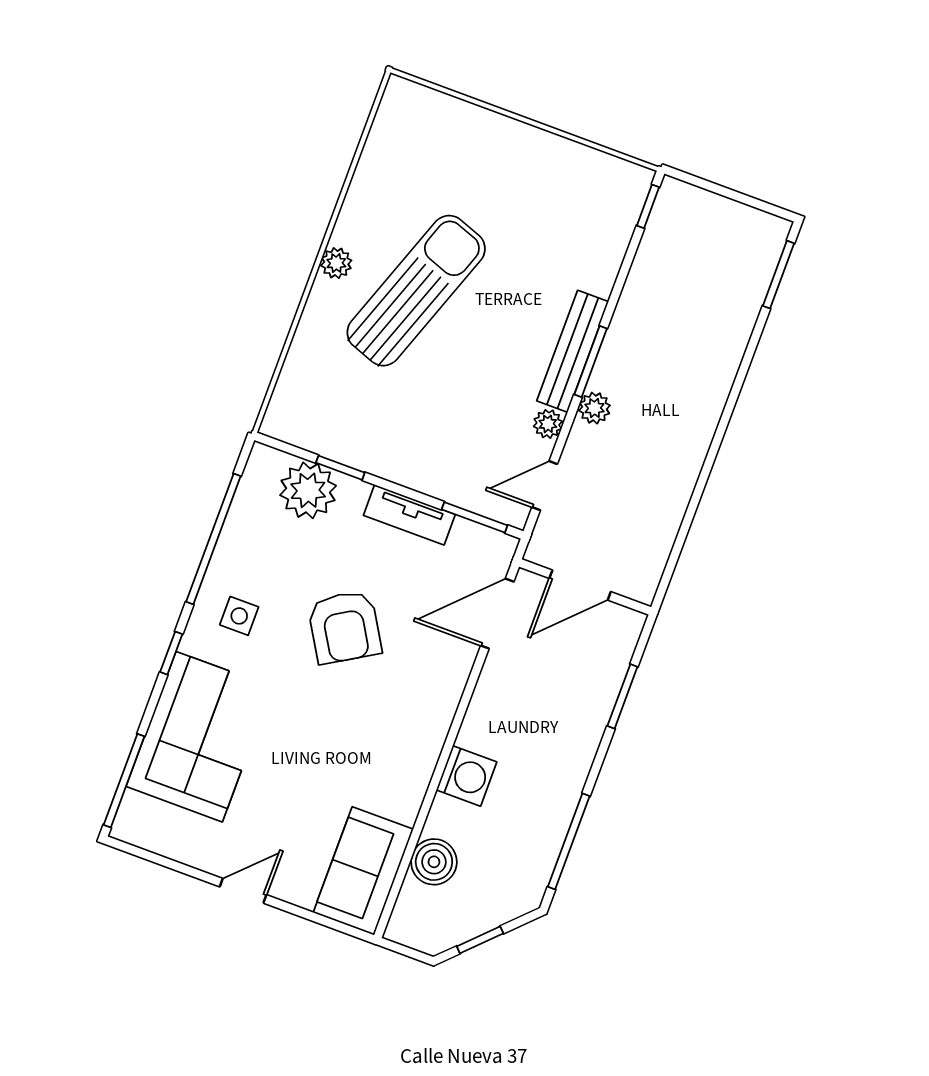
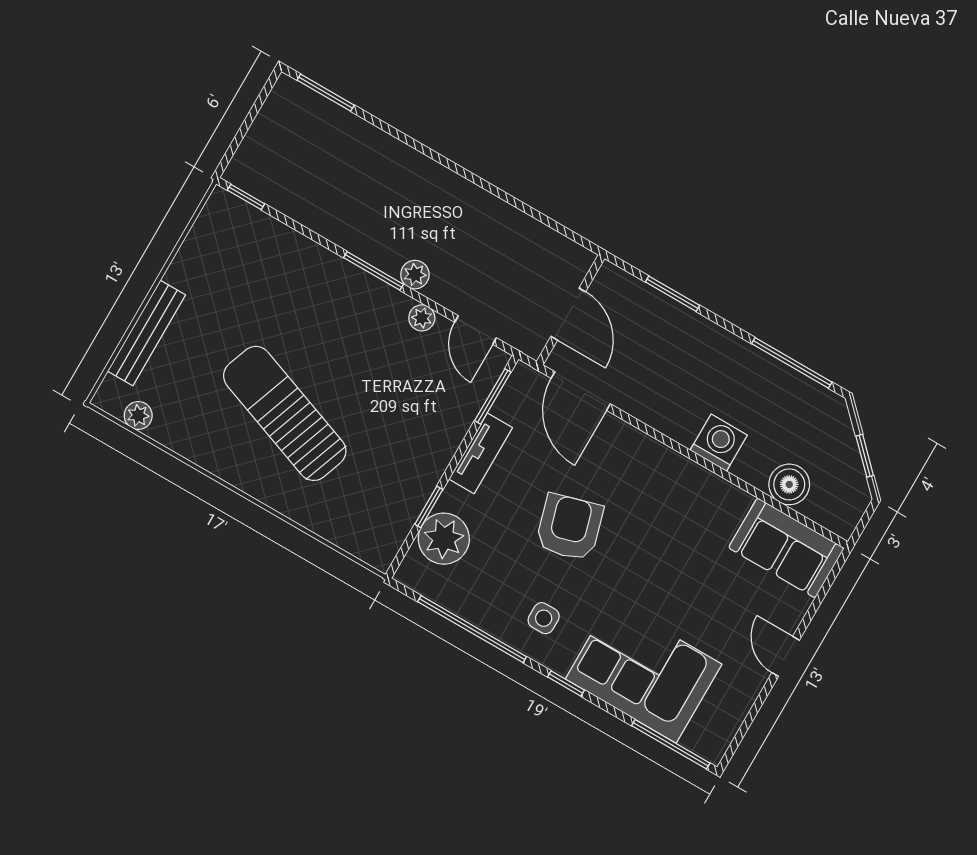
plant: (336, 263) -> (138, 415), moved
bench: (573, 351) -> (147, 333), moved, turned 90
armchair: (345, 627) -> (569, 527), turned -75

